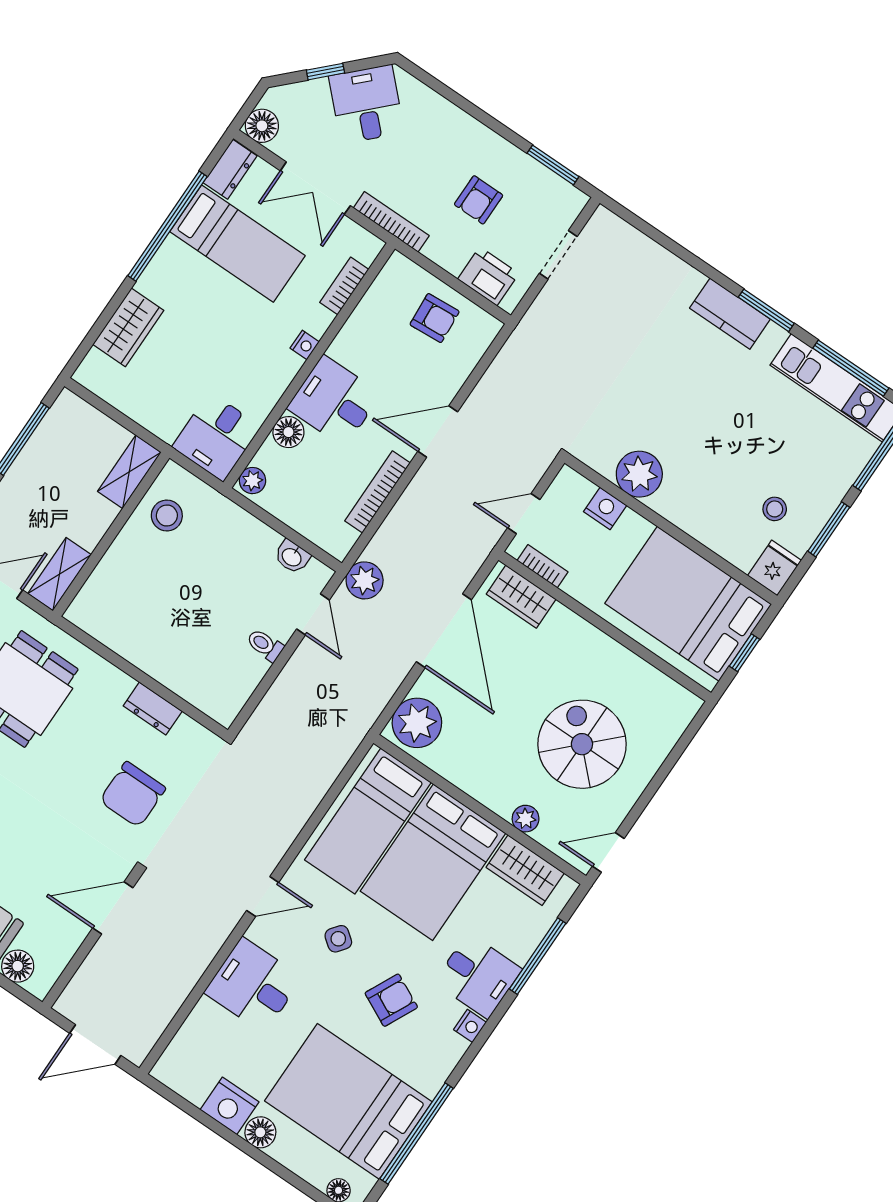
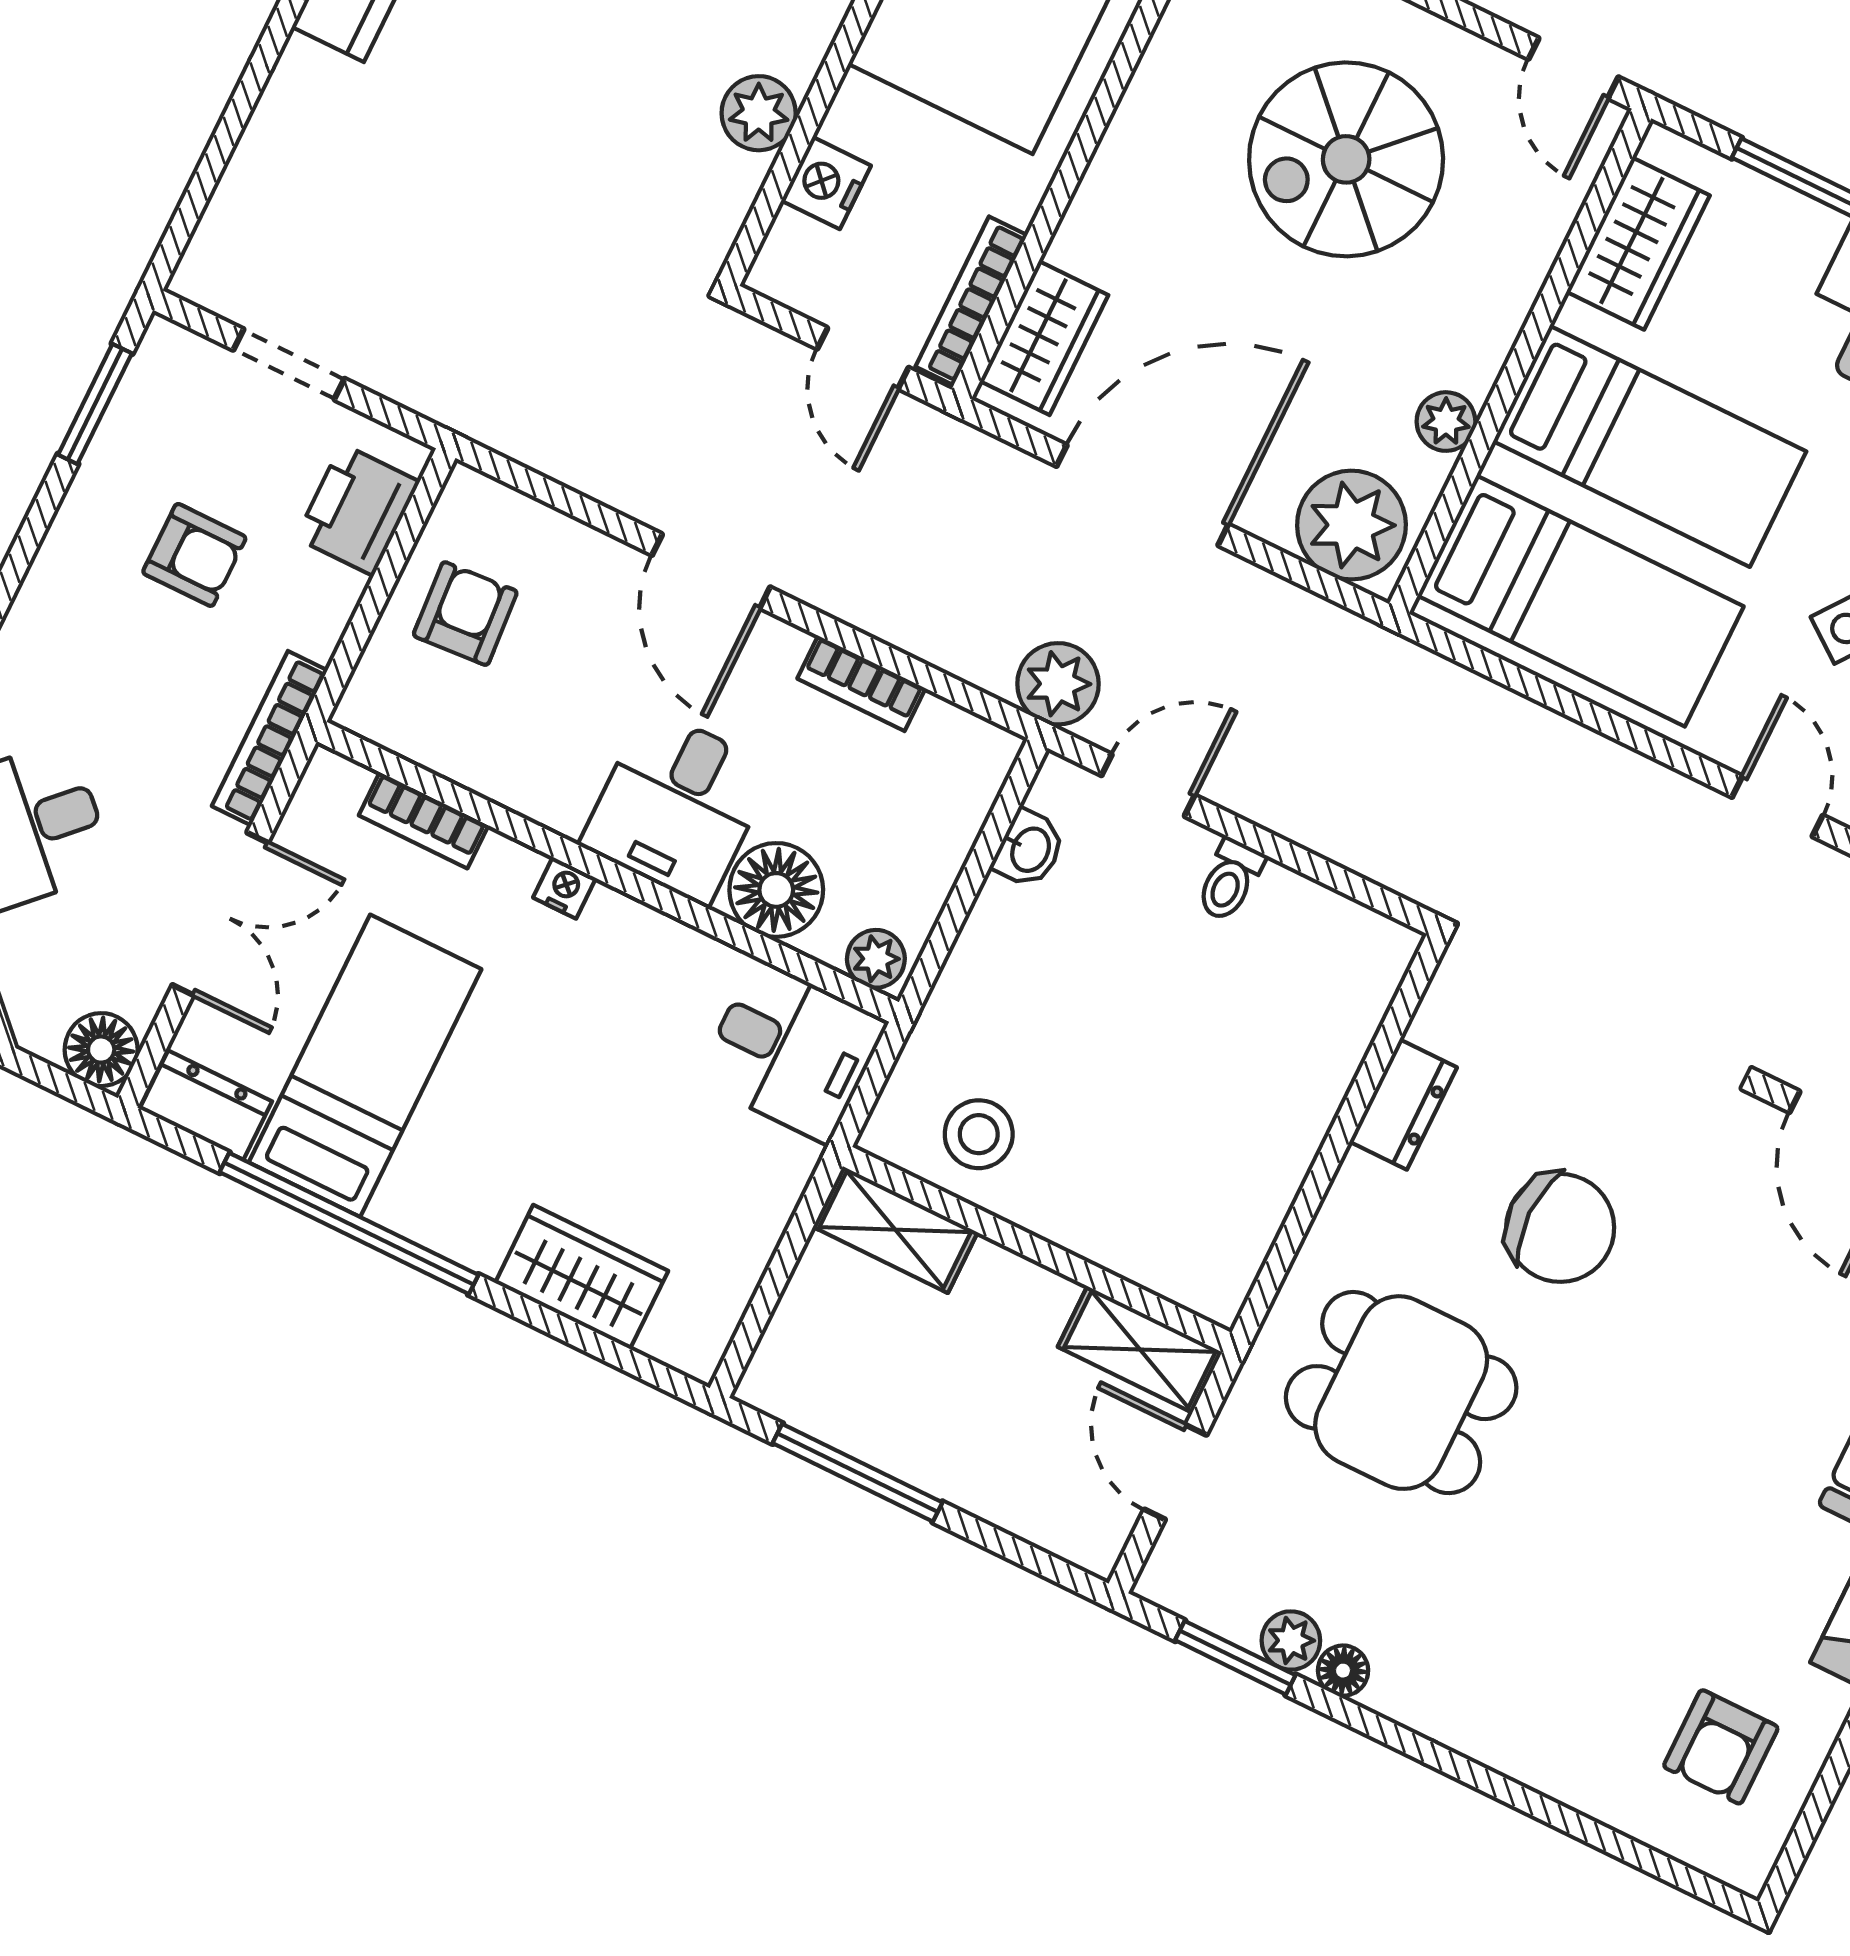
floor lamp: (288, 432) -> (776, 890), width x1.38, depth x1.38
plant: (639, 474) -> (759, 113), width x0.73, depth x0.73
bookcase: (377, 492) -> (861, 683), width x0.64
bookcase: (543, 566) -> (971, 301), width x1.56
chair: (133, 794) -> (1560, 1228), moved
plant: (526, 819) -> (1446, 422), moved
bed: (433, 862) -> (1650, 446), width x0.67

